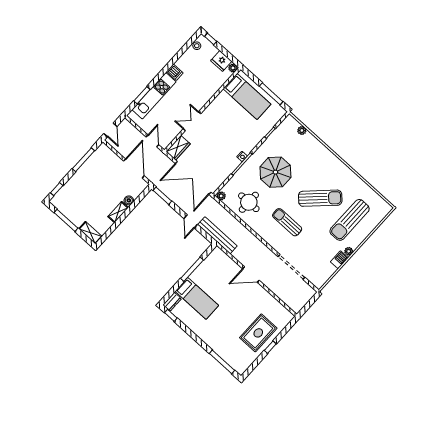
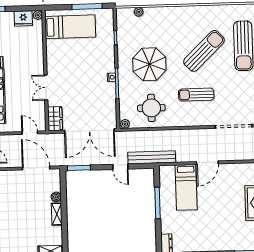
bed: (197, 298) -> (186, 187), moved, turned 90

